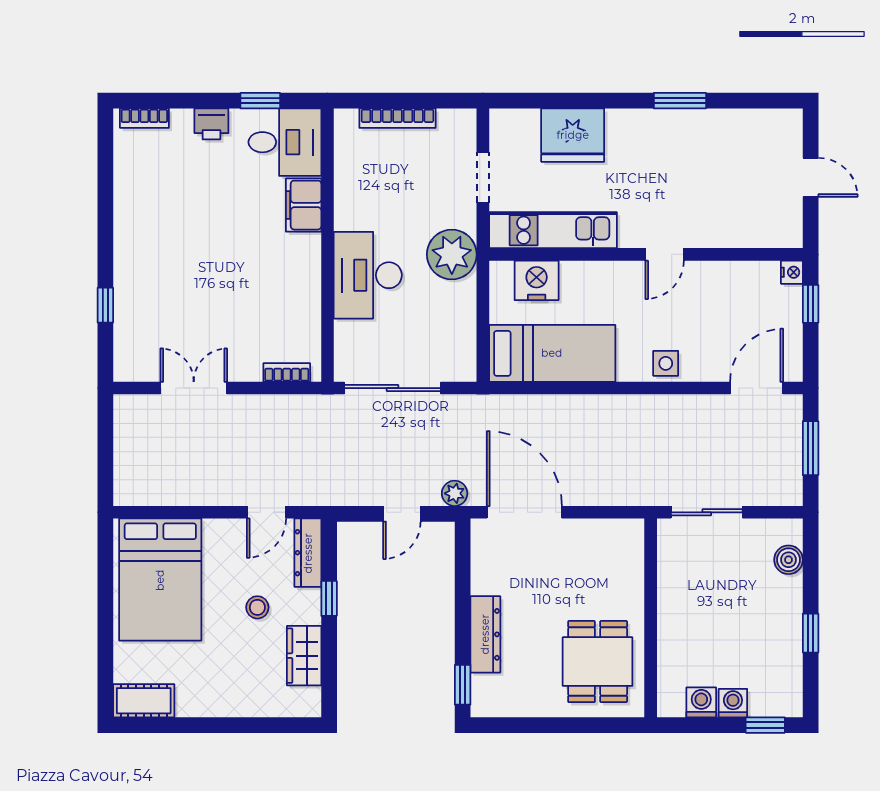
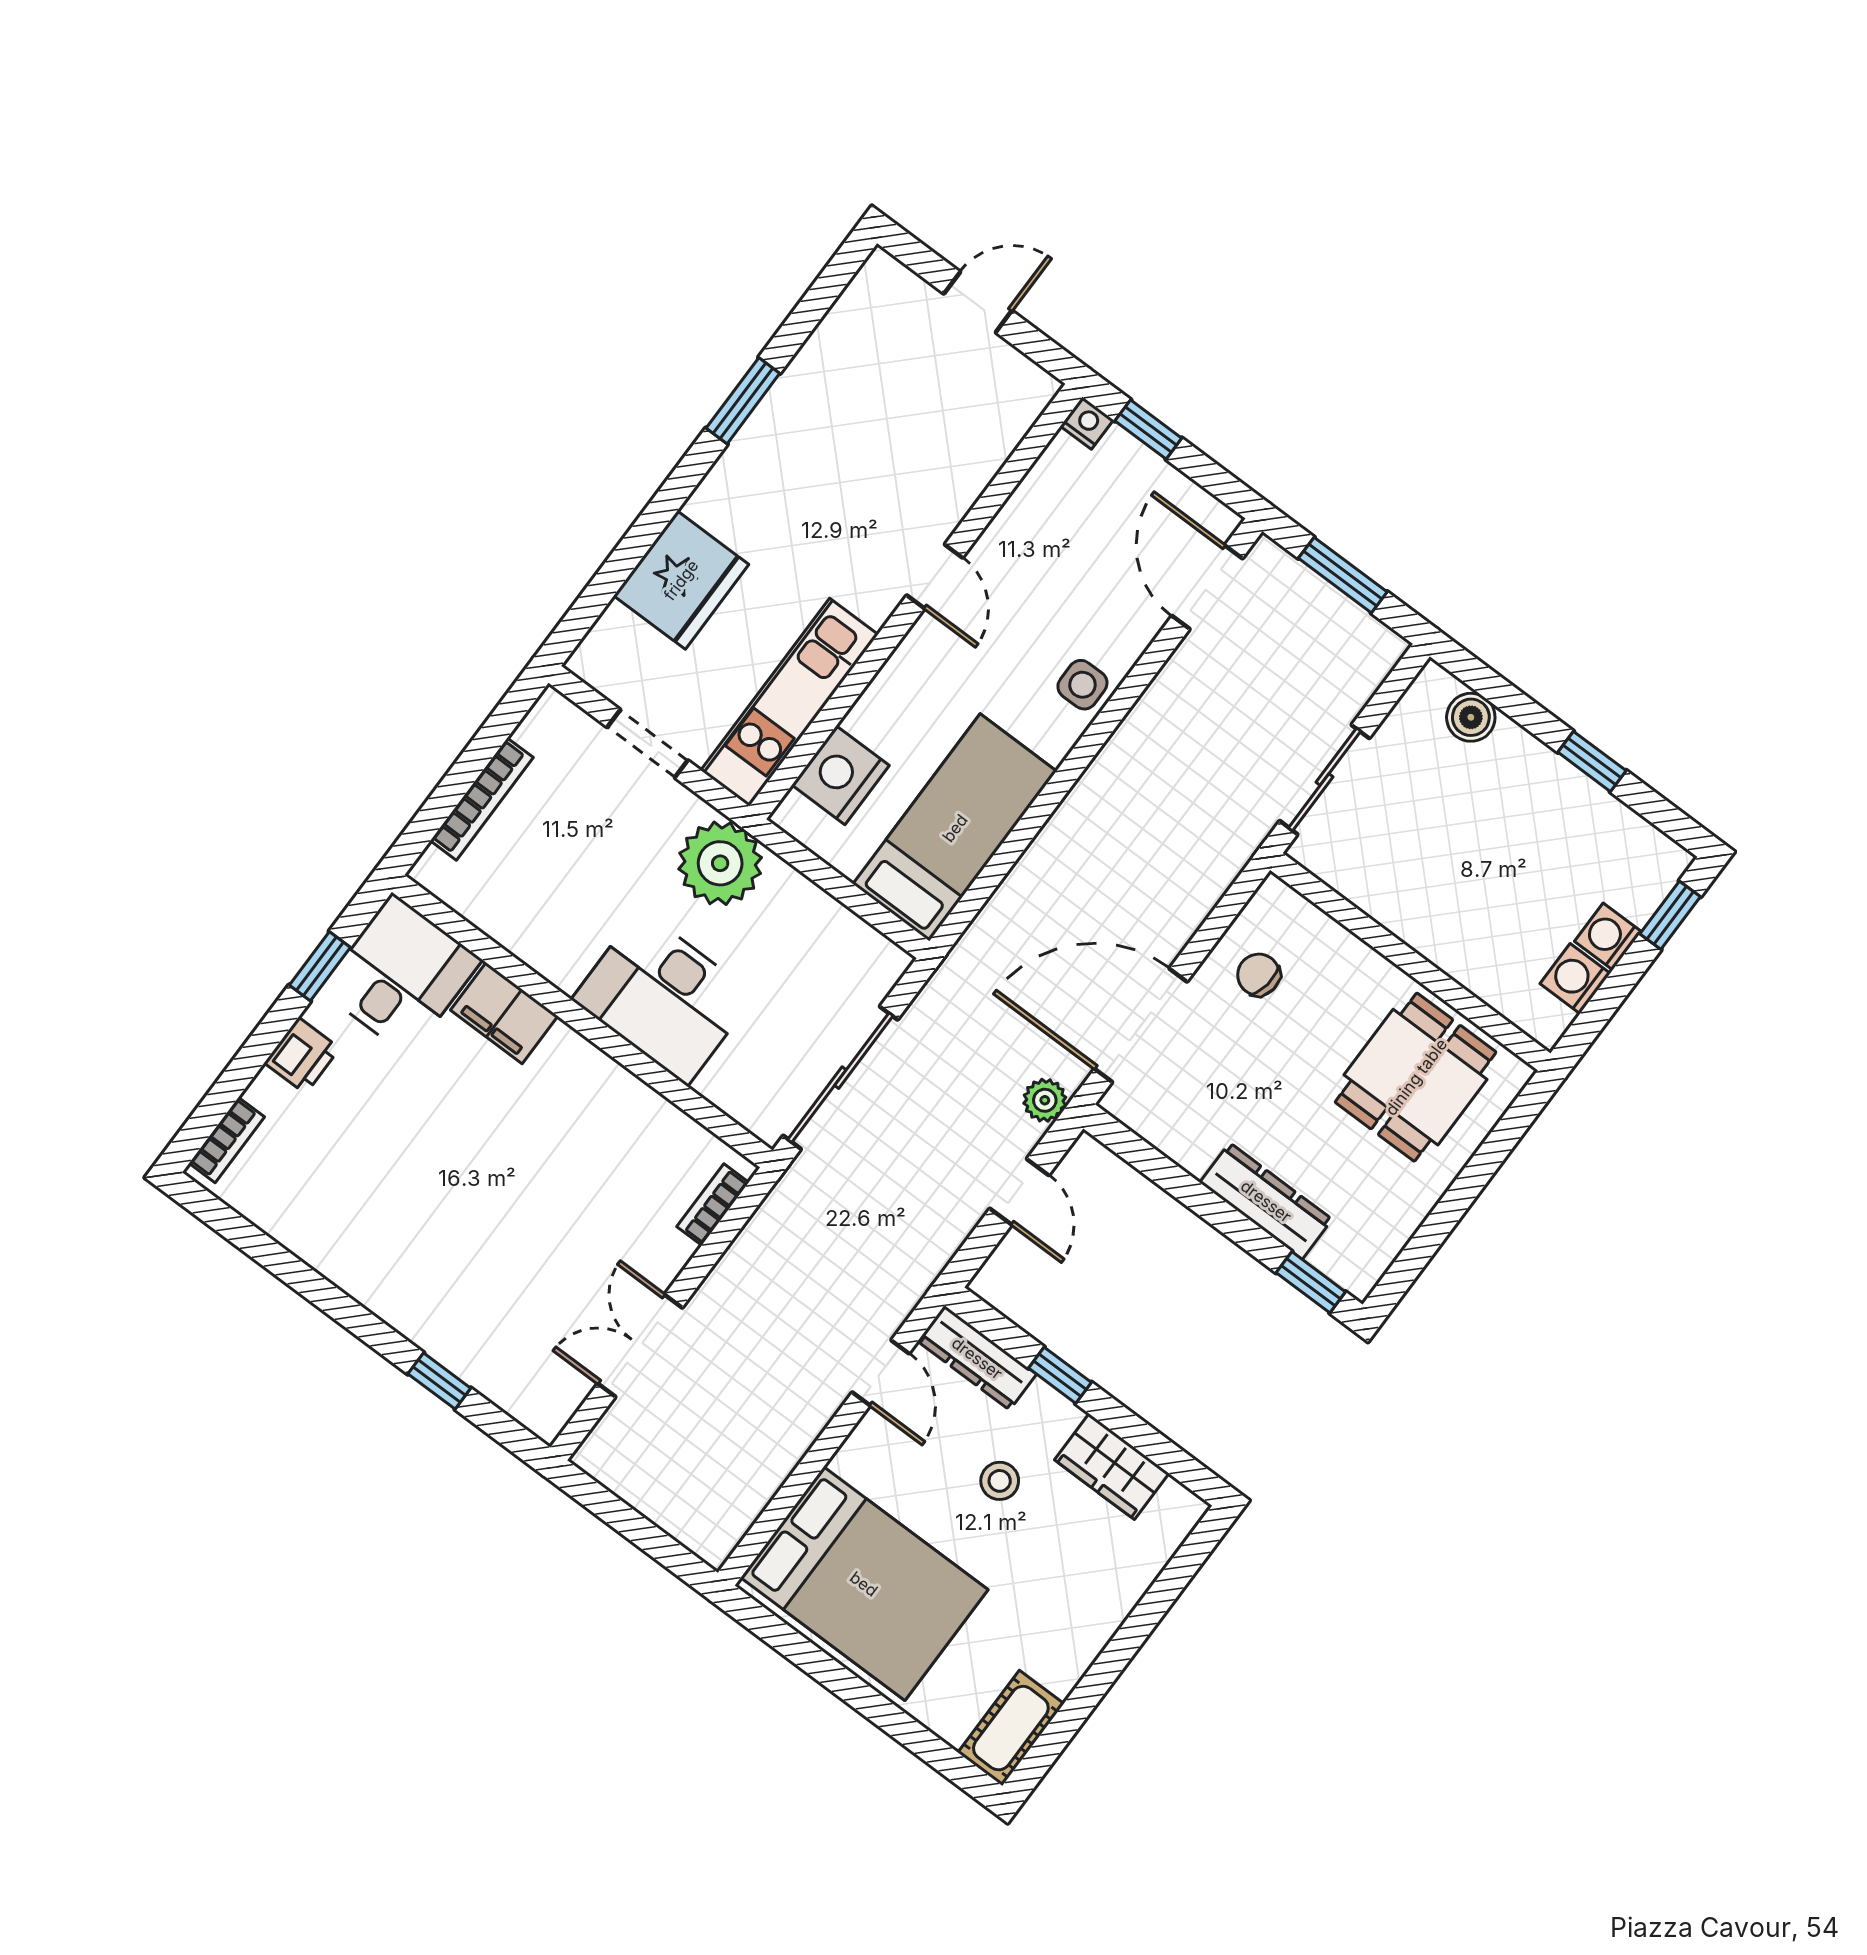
chair: (590, 550) -> (1259, 975), added
dining table: (598, 662) -> (1416, 1077), turned 90

